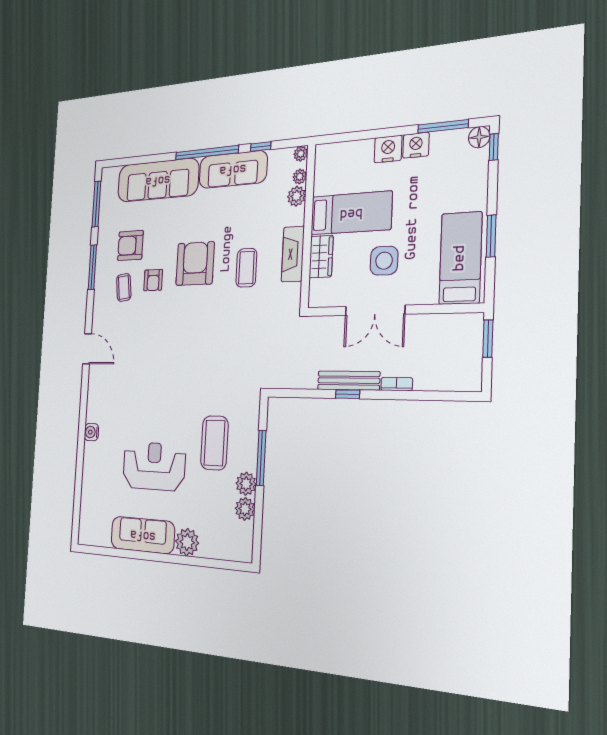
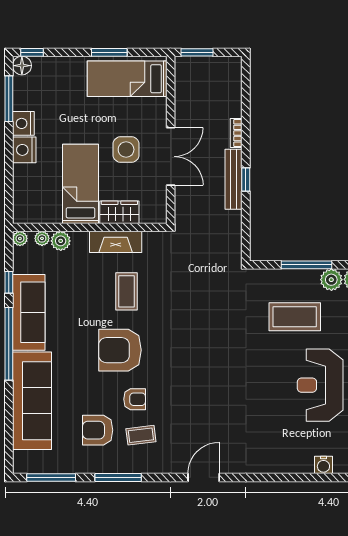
armchair: (130, 245) -> (98, 430), turned 90
coffee table: (246, 268) -> (127, 291), turned 90
water cooler: (91, 432) -> (323, 465), moved

